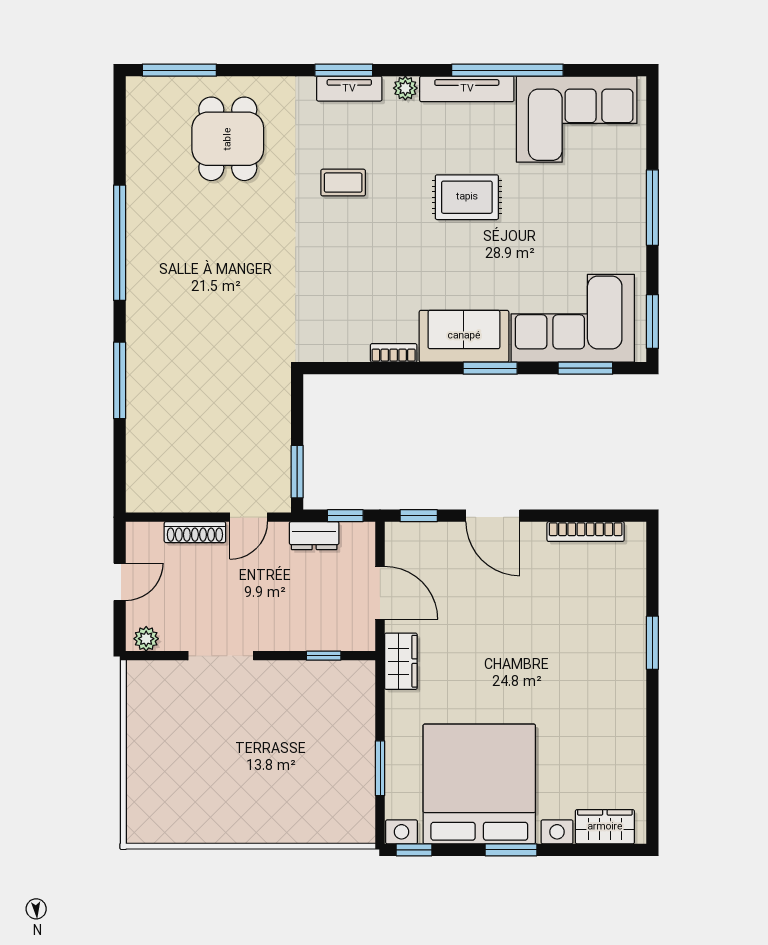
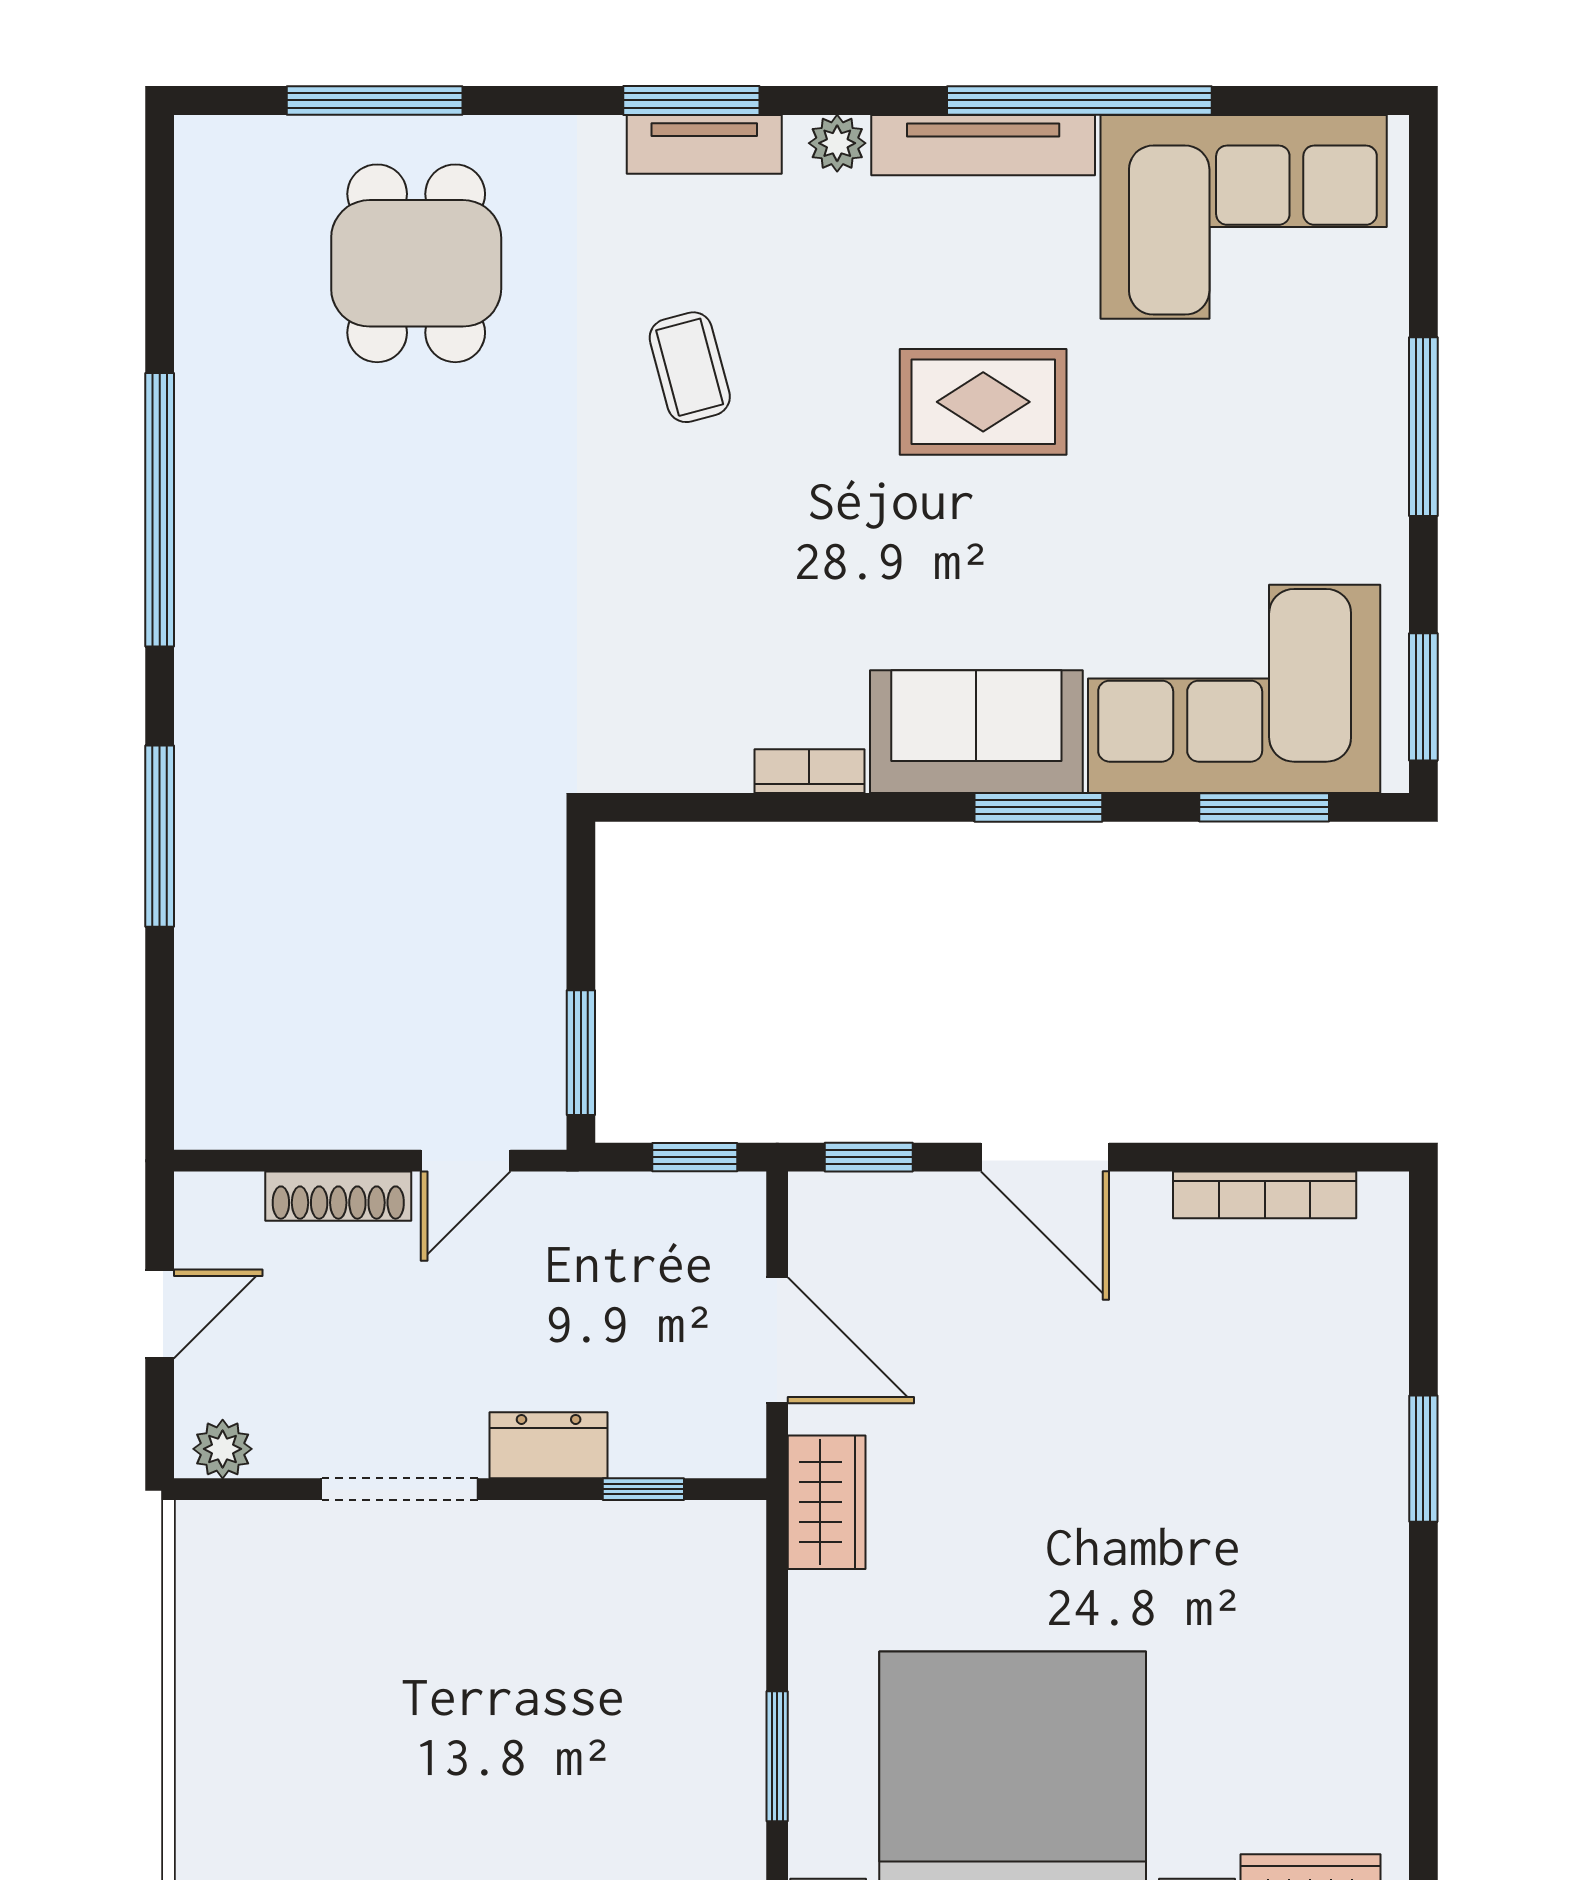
window: (179, 70) -> (375, 100), moved
coffee table: (343, 183) -> (690, 367), turned 75
dresser: (314, 536) -> (549, 1445), moved, turned 180

